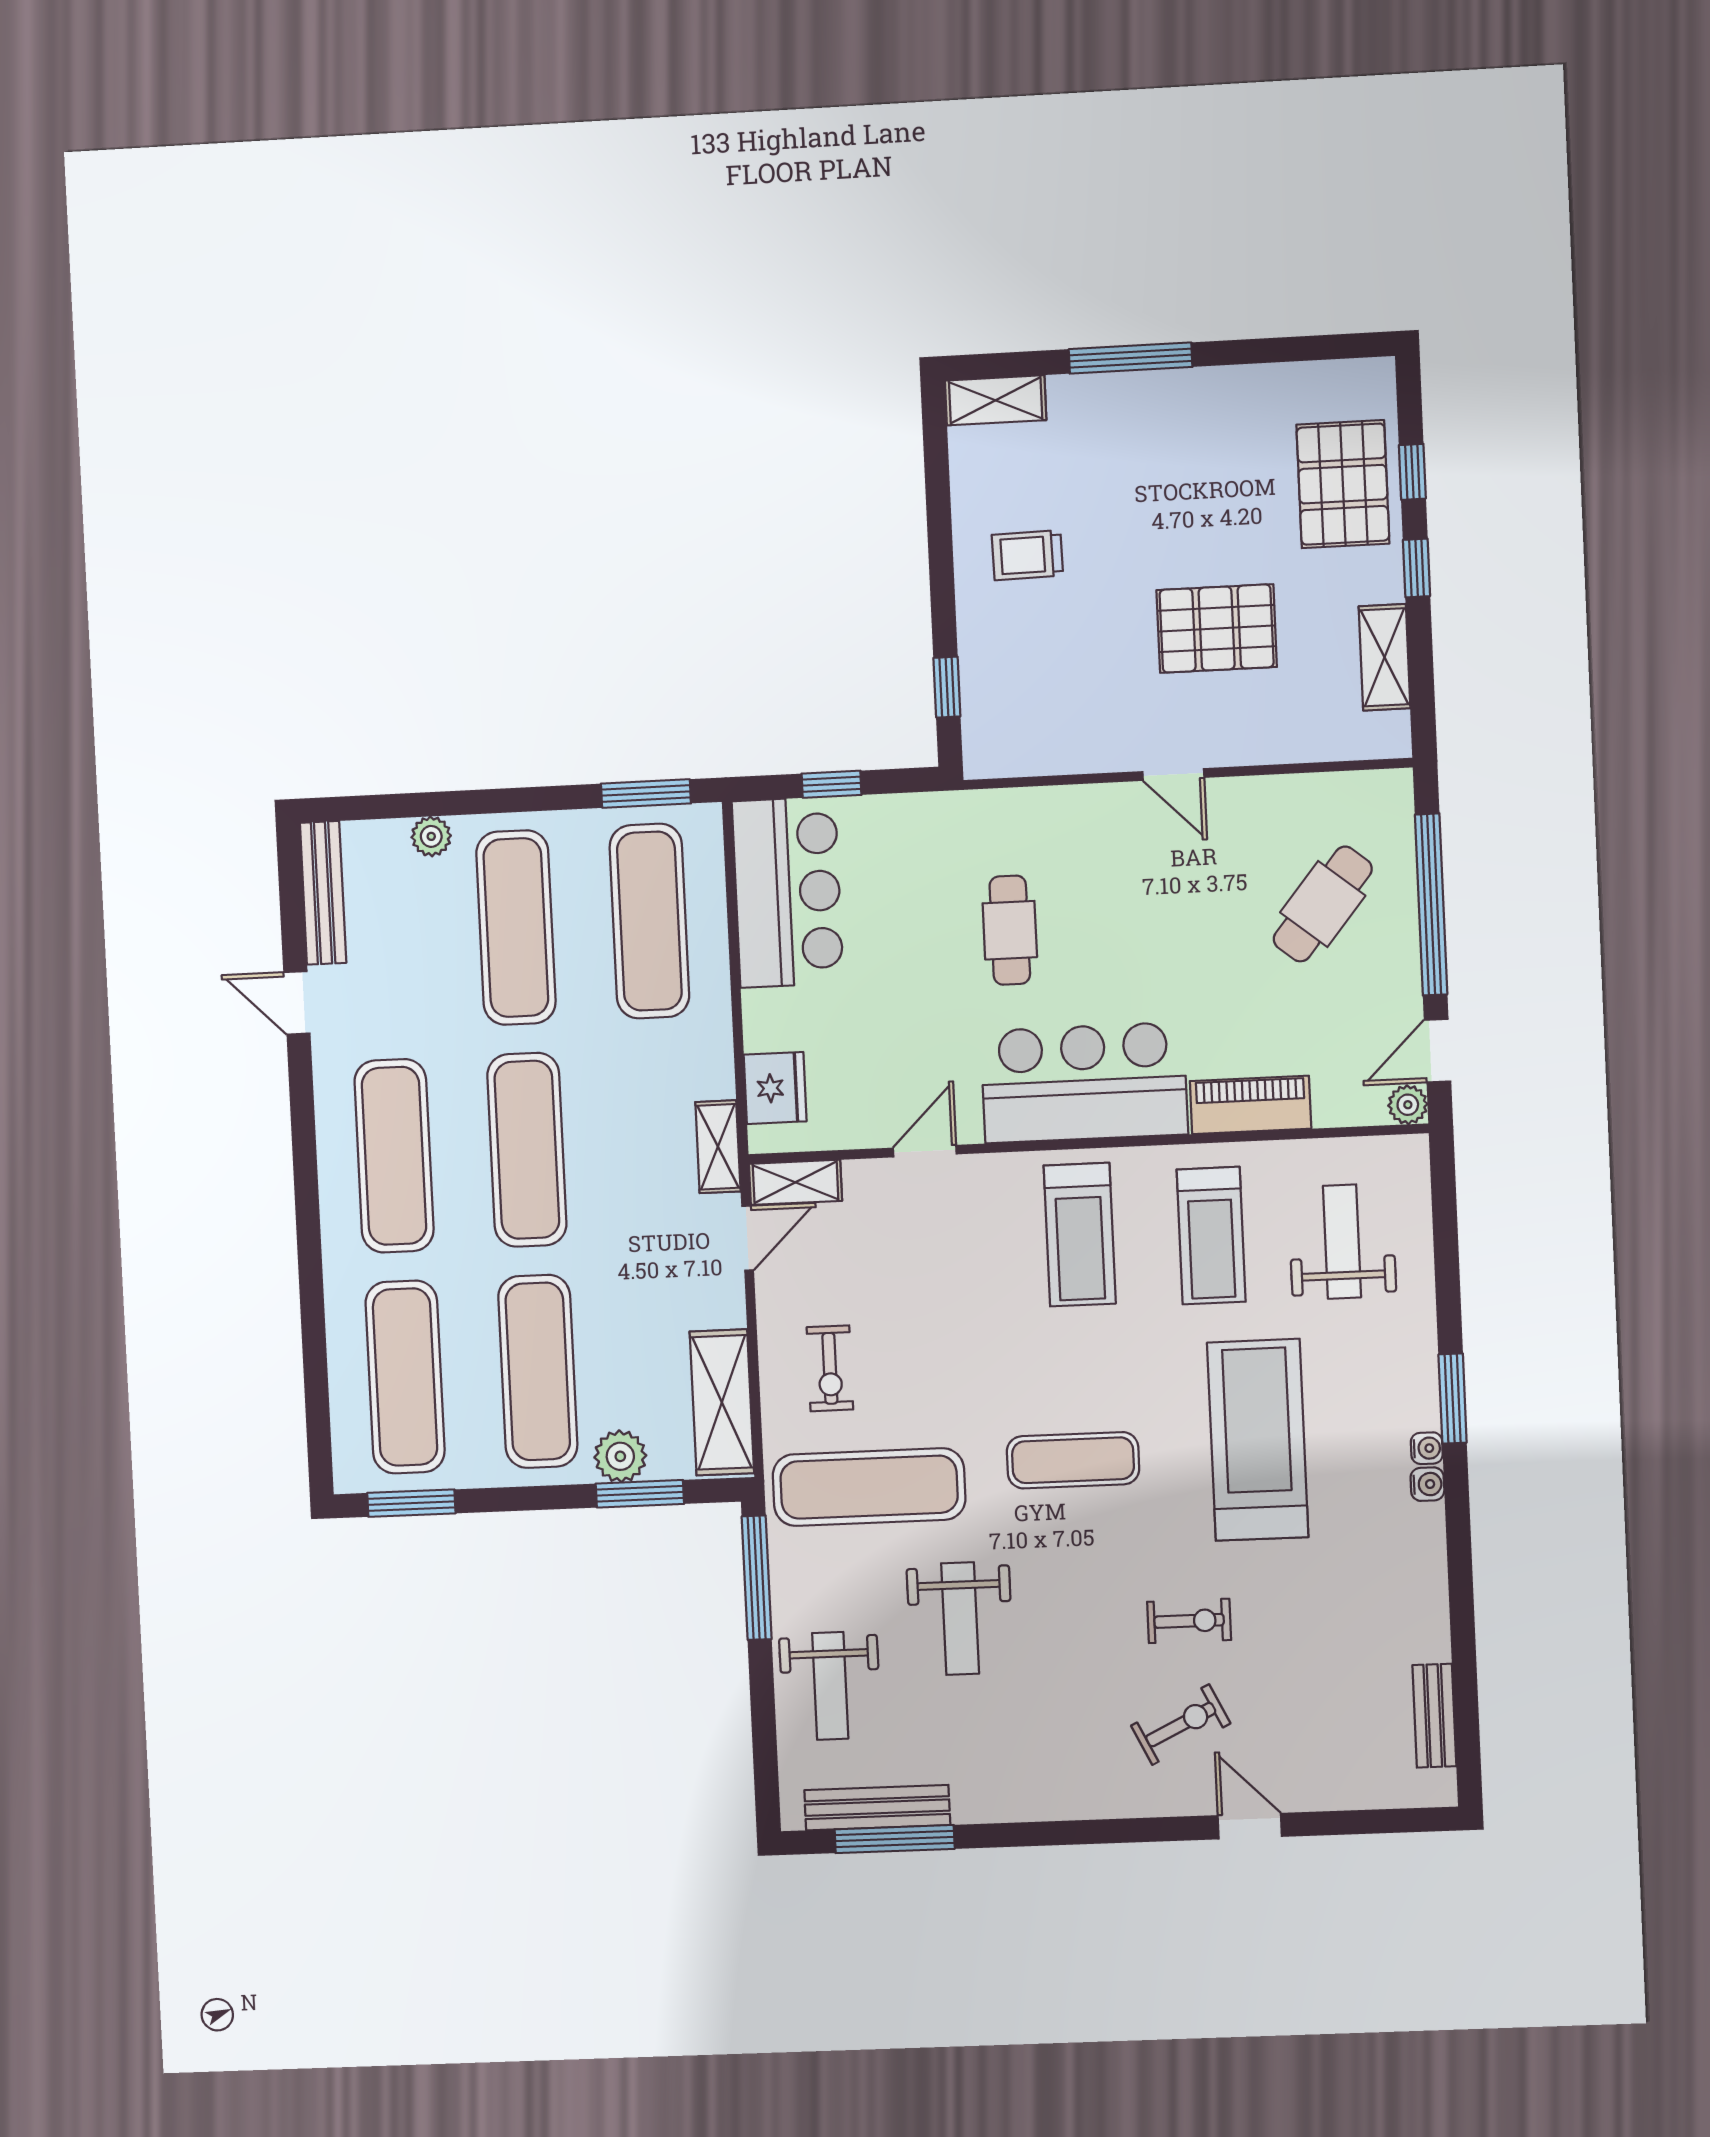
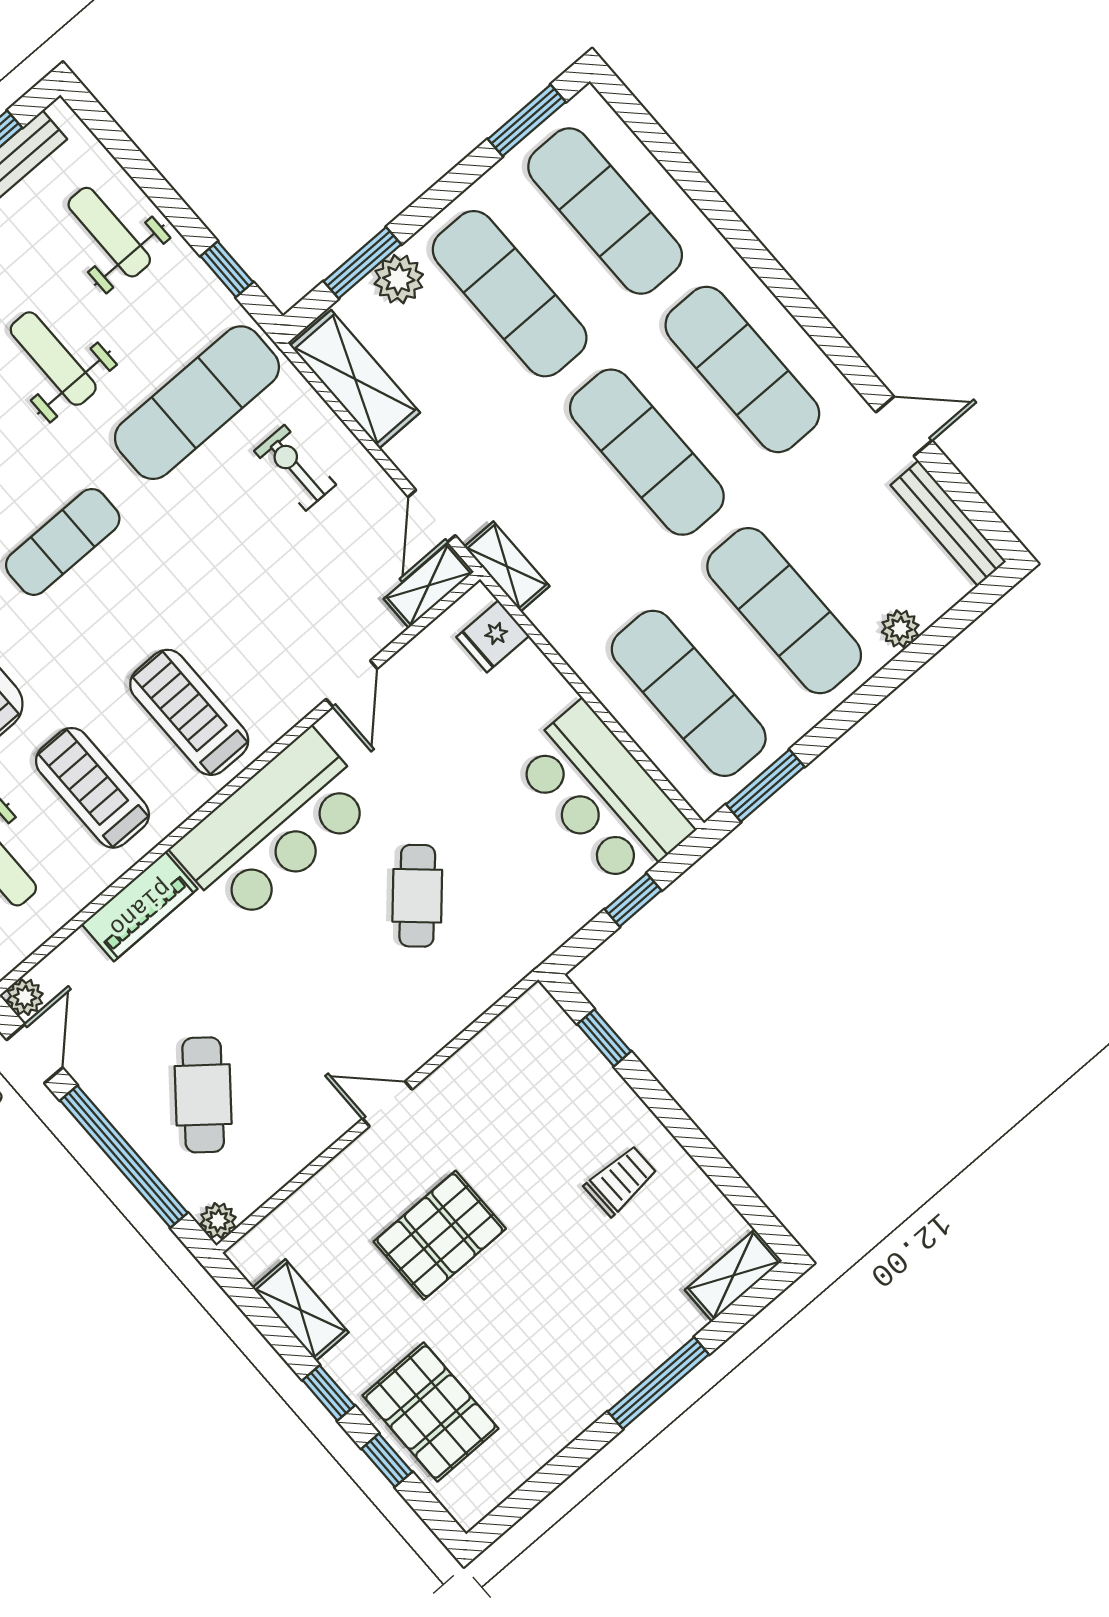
plant: (1394, 788) -> (218, 1221), added
cafe table: (1010, 930) -> (417, 896), turned 42
fridge: (775, 1088) -> (493, 636), width x0.72
window: (757, 1578) -> (227, 269), width x0.46

